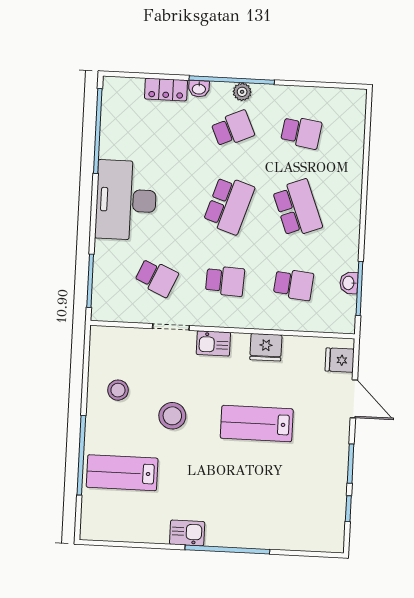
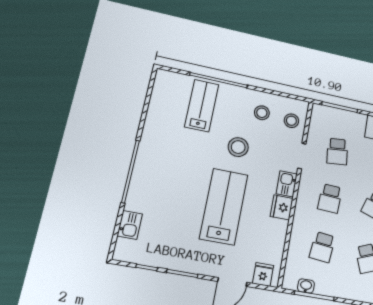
school desk: (156, 278) -> (337, 152), turned -30
washbasin: (349, 283) -> (306, 286), moved
fridge: (266, 347) -> (282, 207), moved
stool: (122, 348) -> (291, 121), added
lab bench: (257, 424) -> (224, 207), width x1.36, depth x1.39
kitchen sink: (187, 533) -> (130, 225), moved

